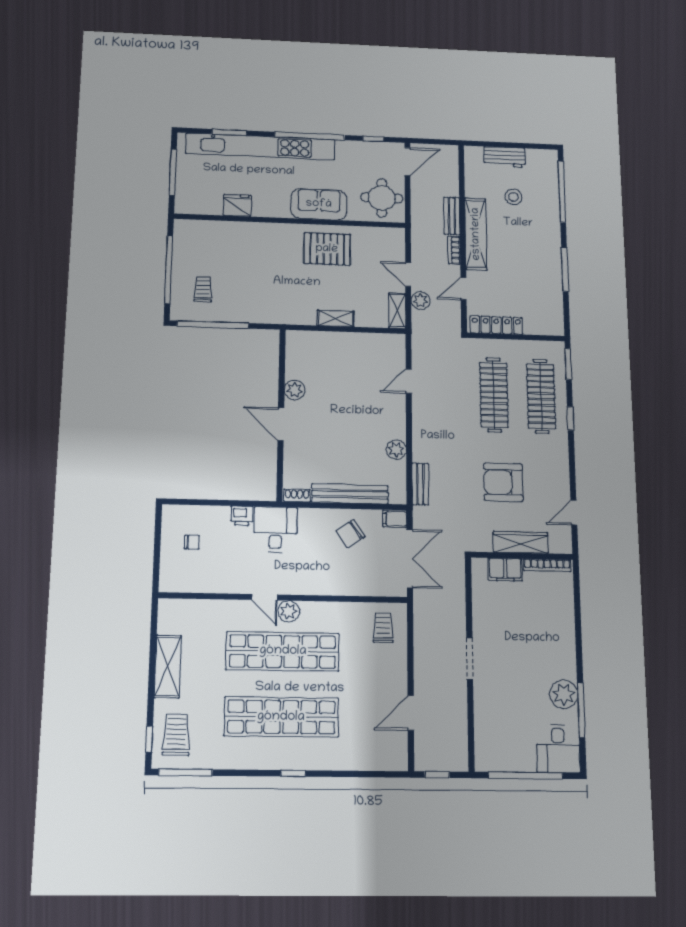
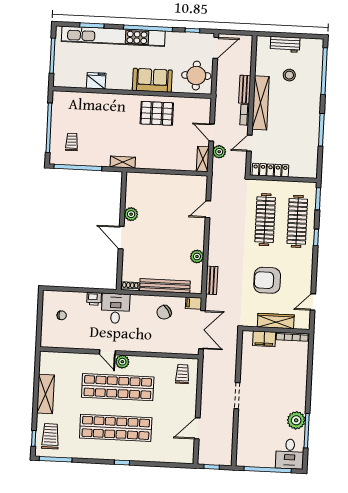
shelving: (336, 318) -> (123, 162), moved

